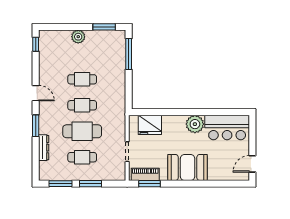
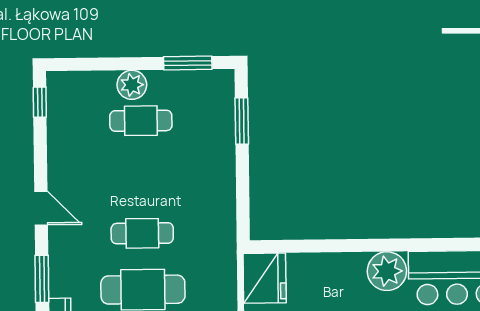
window: (129, 54) -> (242, 121), width x0.69
cafe table: (82, 79) -> (141, 121), moved
fridge: (150, 125) -> (265, 278), moved, turned -90

